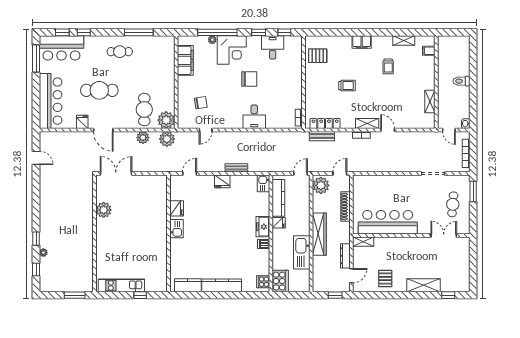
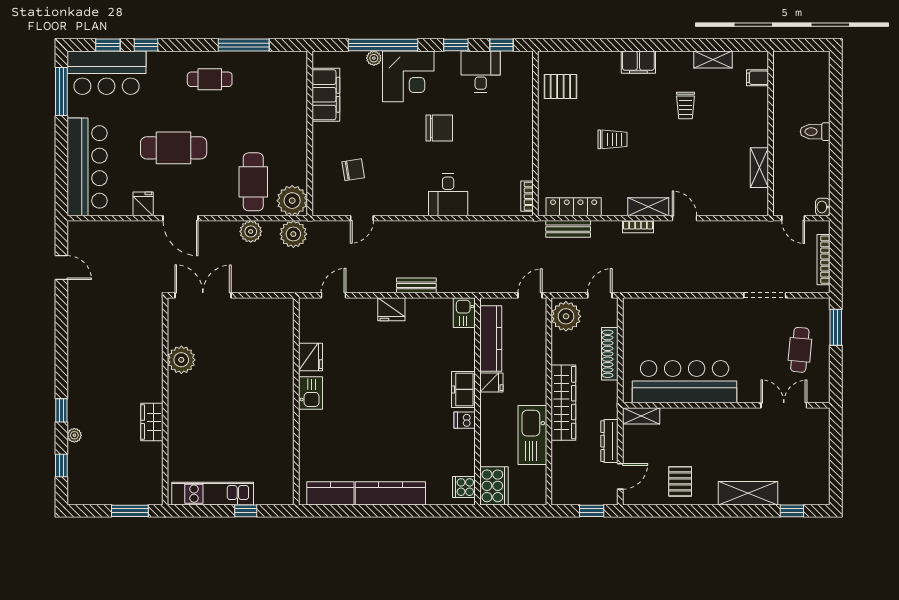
wardrobe: (87, 245) -> (152, 422), added

